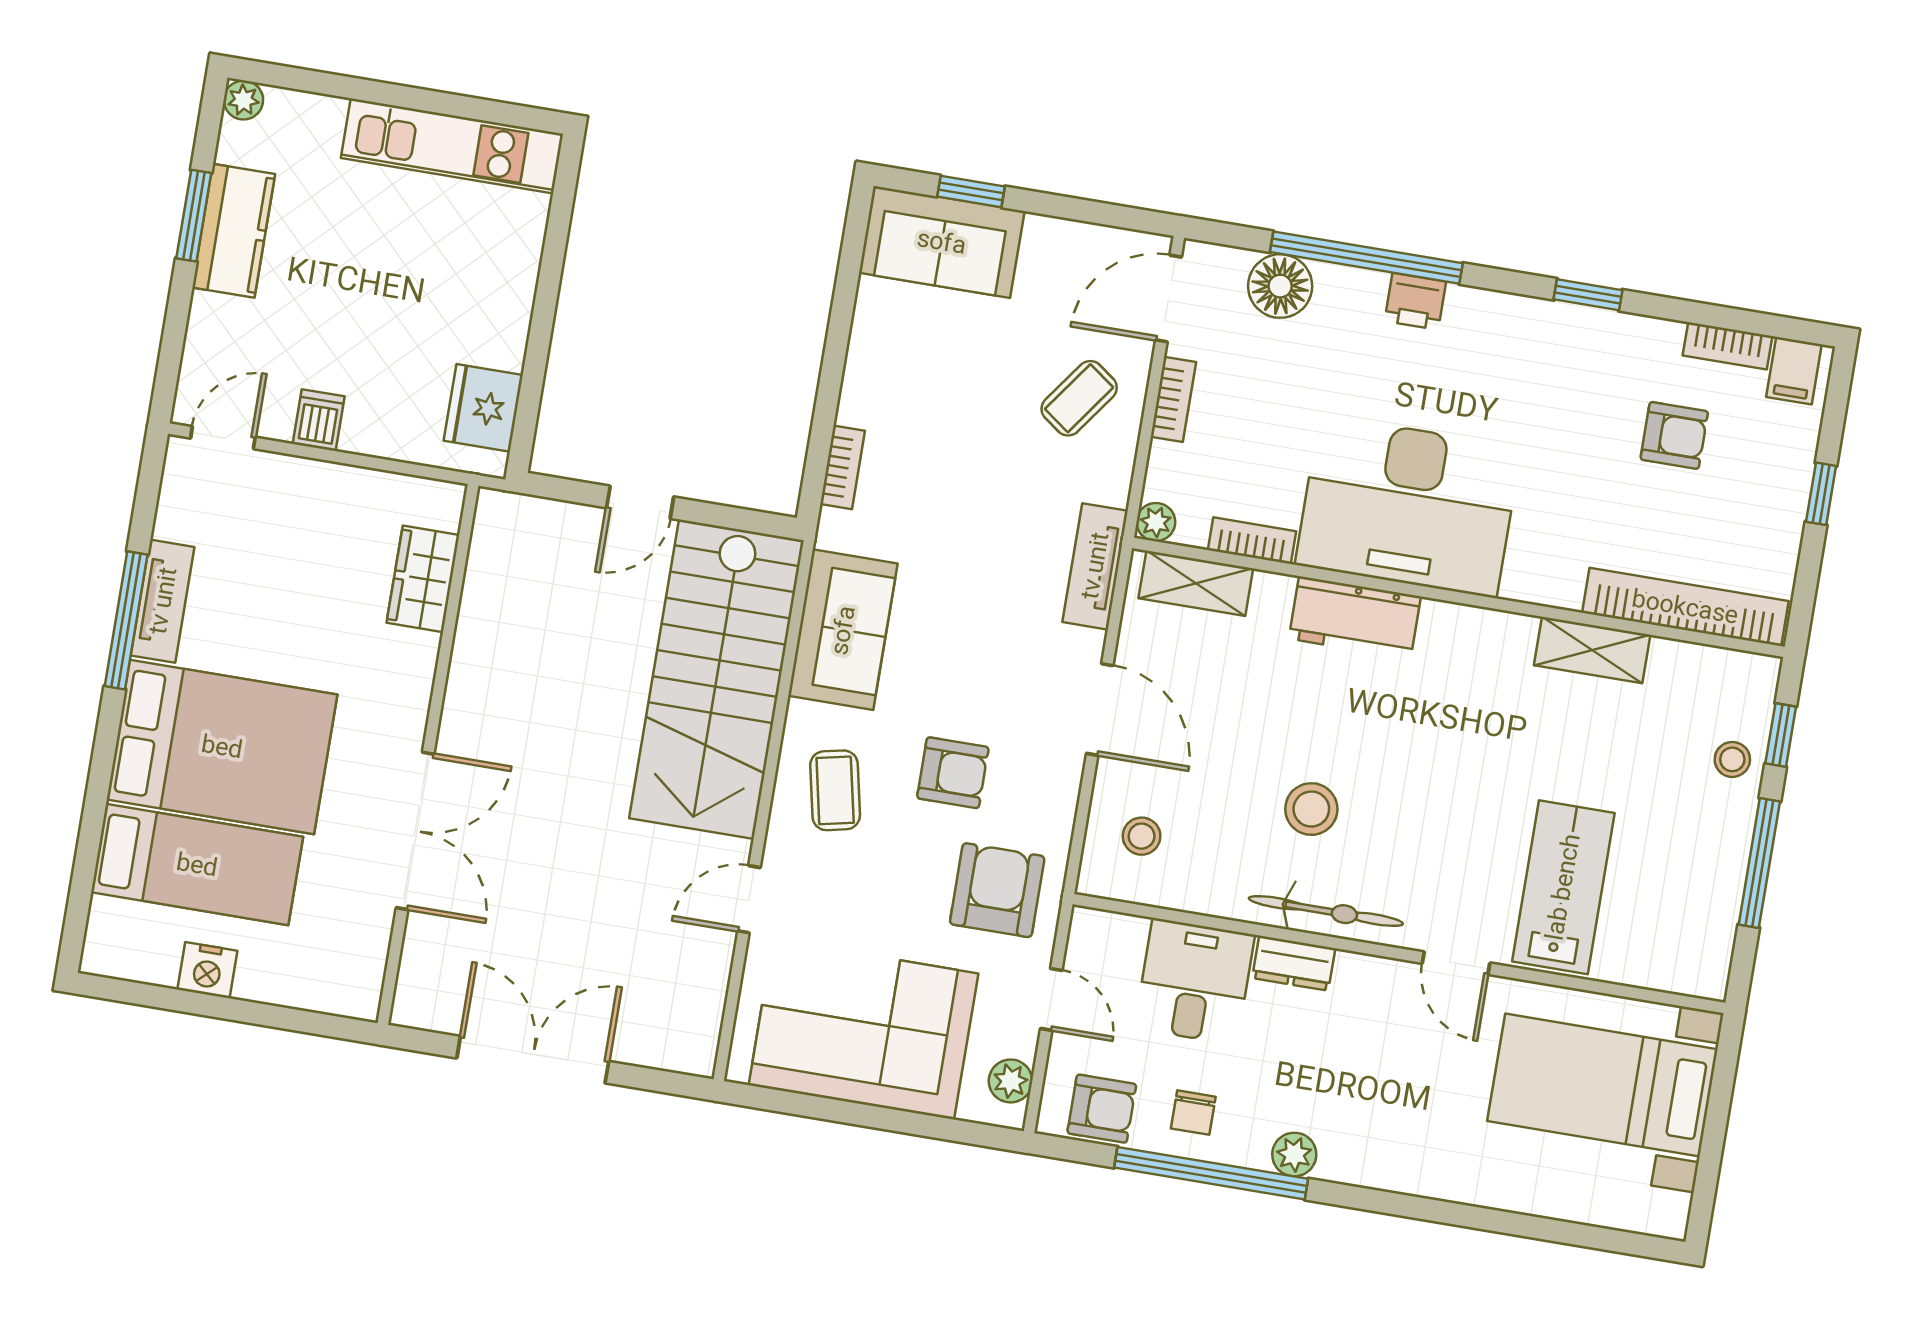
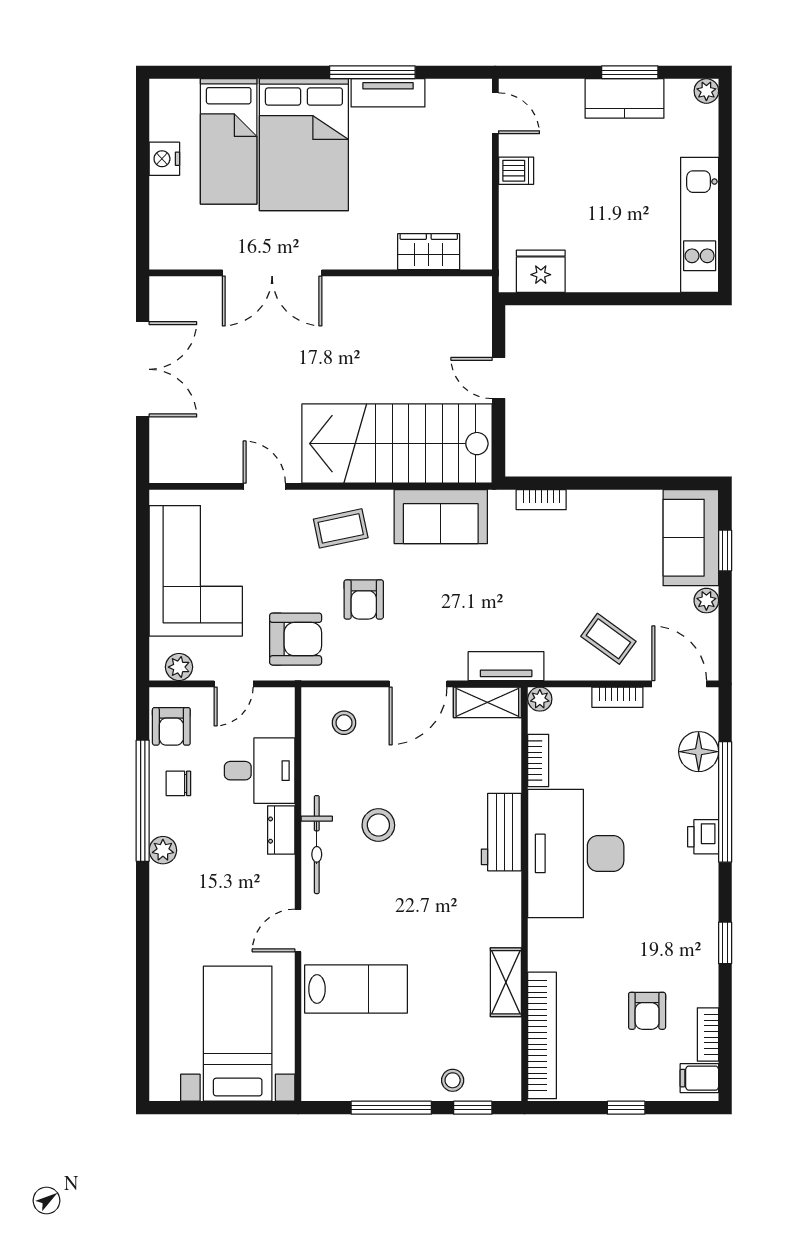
plant: (1045, 234) -> (706, 601), added
shelving: (1196, 583) -> (487, 702), moved, turned 90

